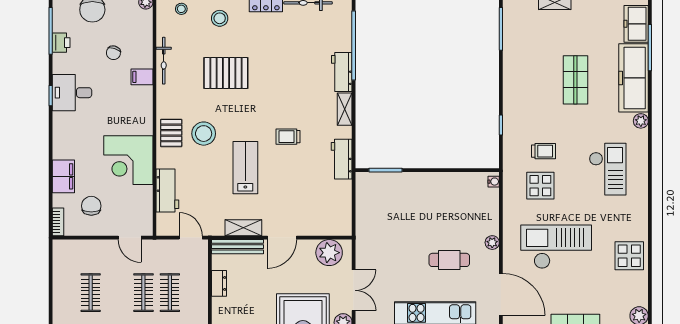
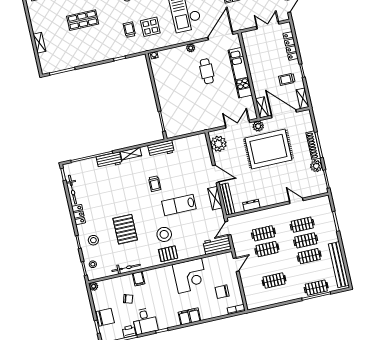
desk: (72, 93) -> (145, 321), moved
filing cabinet: (63, 176) -> (189, 316), moved
workbench: (167, 190) -> (217, 245), moved

